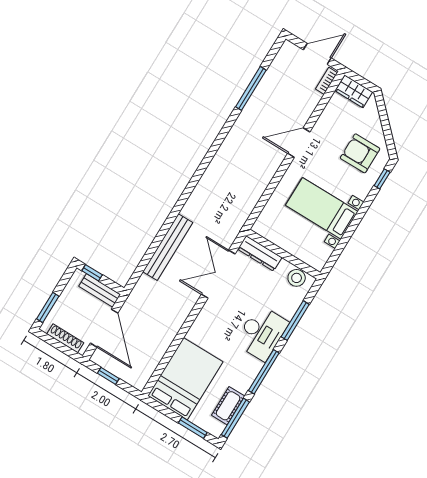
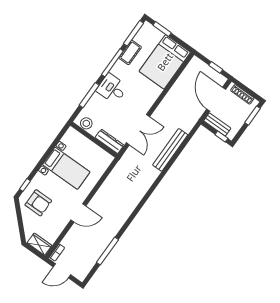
desk: (262, 333) -> (112, 89), width x0.73
cot: (228, 406) -> (130, 52), moved

